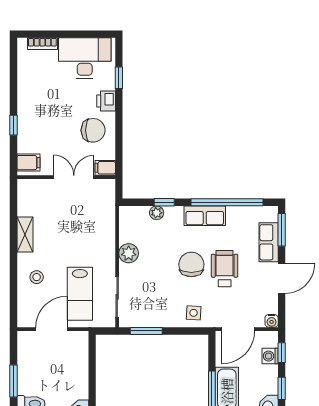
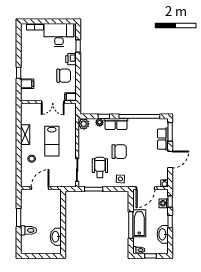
filing cabinet: (28, 163) -> (27, 84), moved
double door: (74, 177) -> (53, 102), swing flipped
row of seats: (205, 216) -> (116, 124), moved
plant: (129, 253) -> (84, 124), moved
chair: (191, 264) -> (119, 152), turned 90
wheelchair: (225, 269) -> (100, 167), moved
lab bench: (80, 294) -> (52, 141), moved

